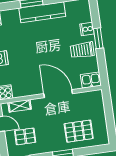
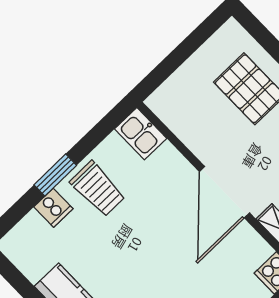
door: (58, 94) -> (224, 192), moved

